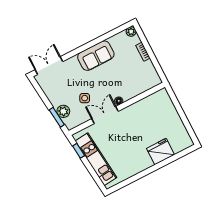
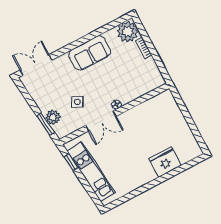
plant: (131, 32) -> (128, 32), width x1.87, depth x1.87
double door: (105, 115) -> (101, 121), swing flipped

